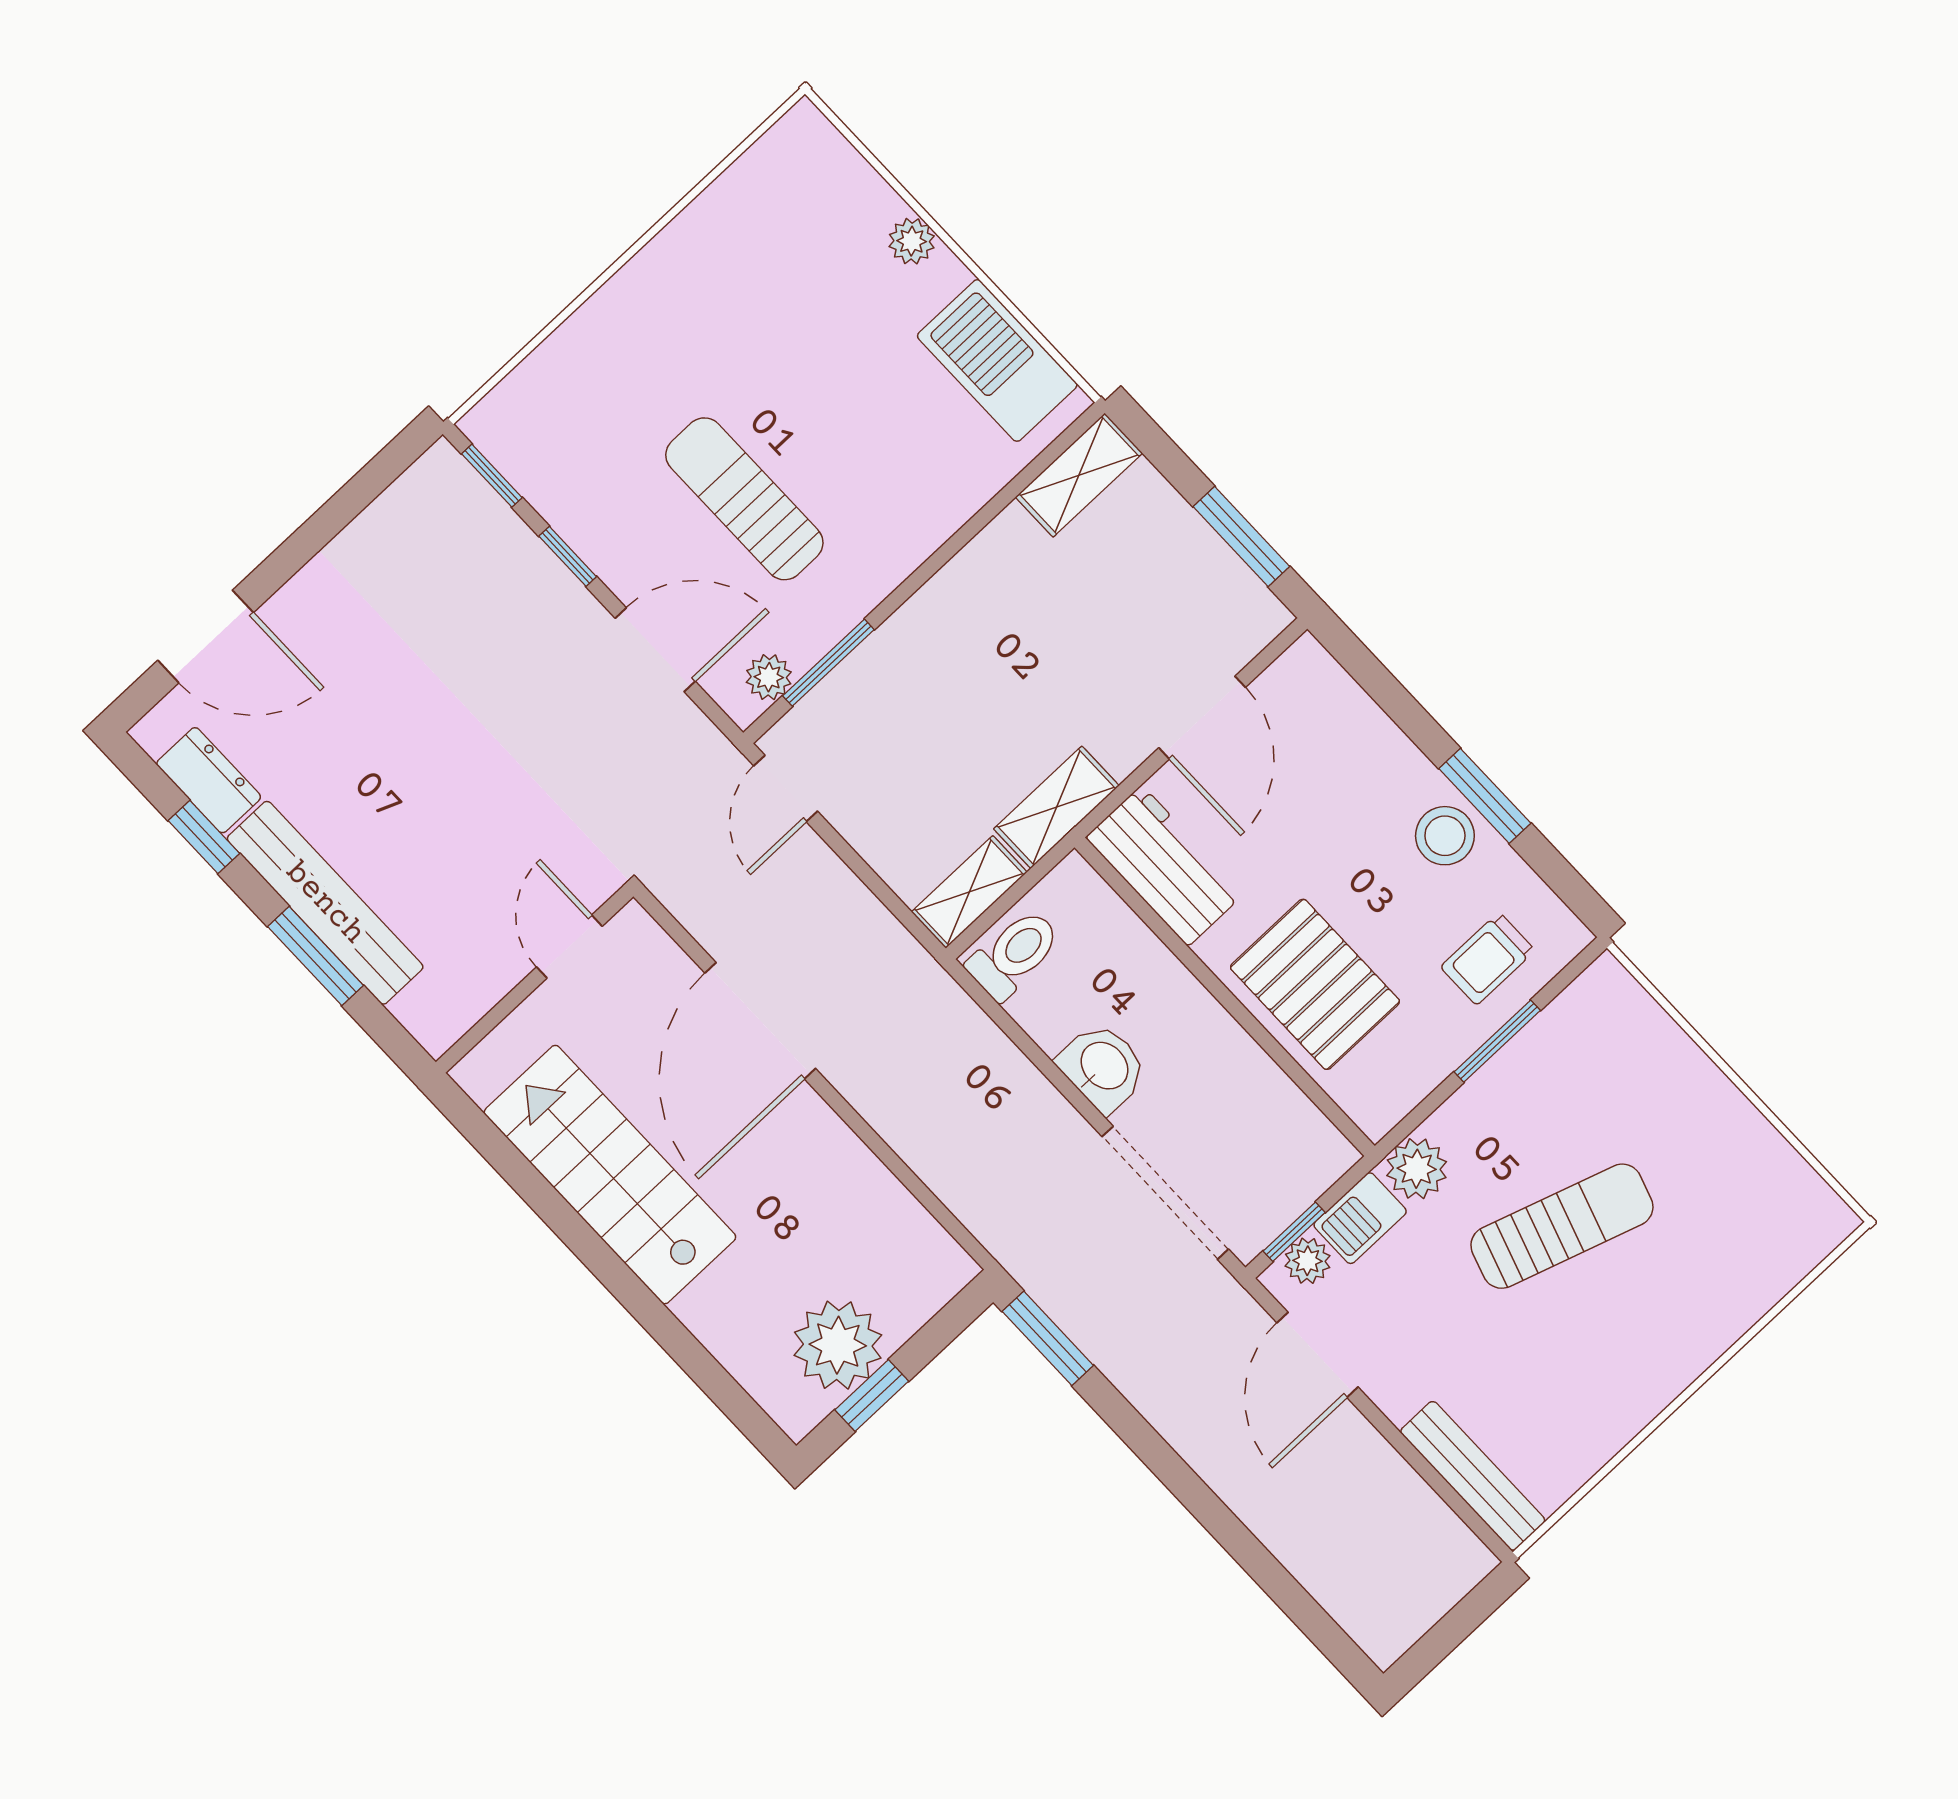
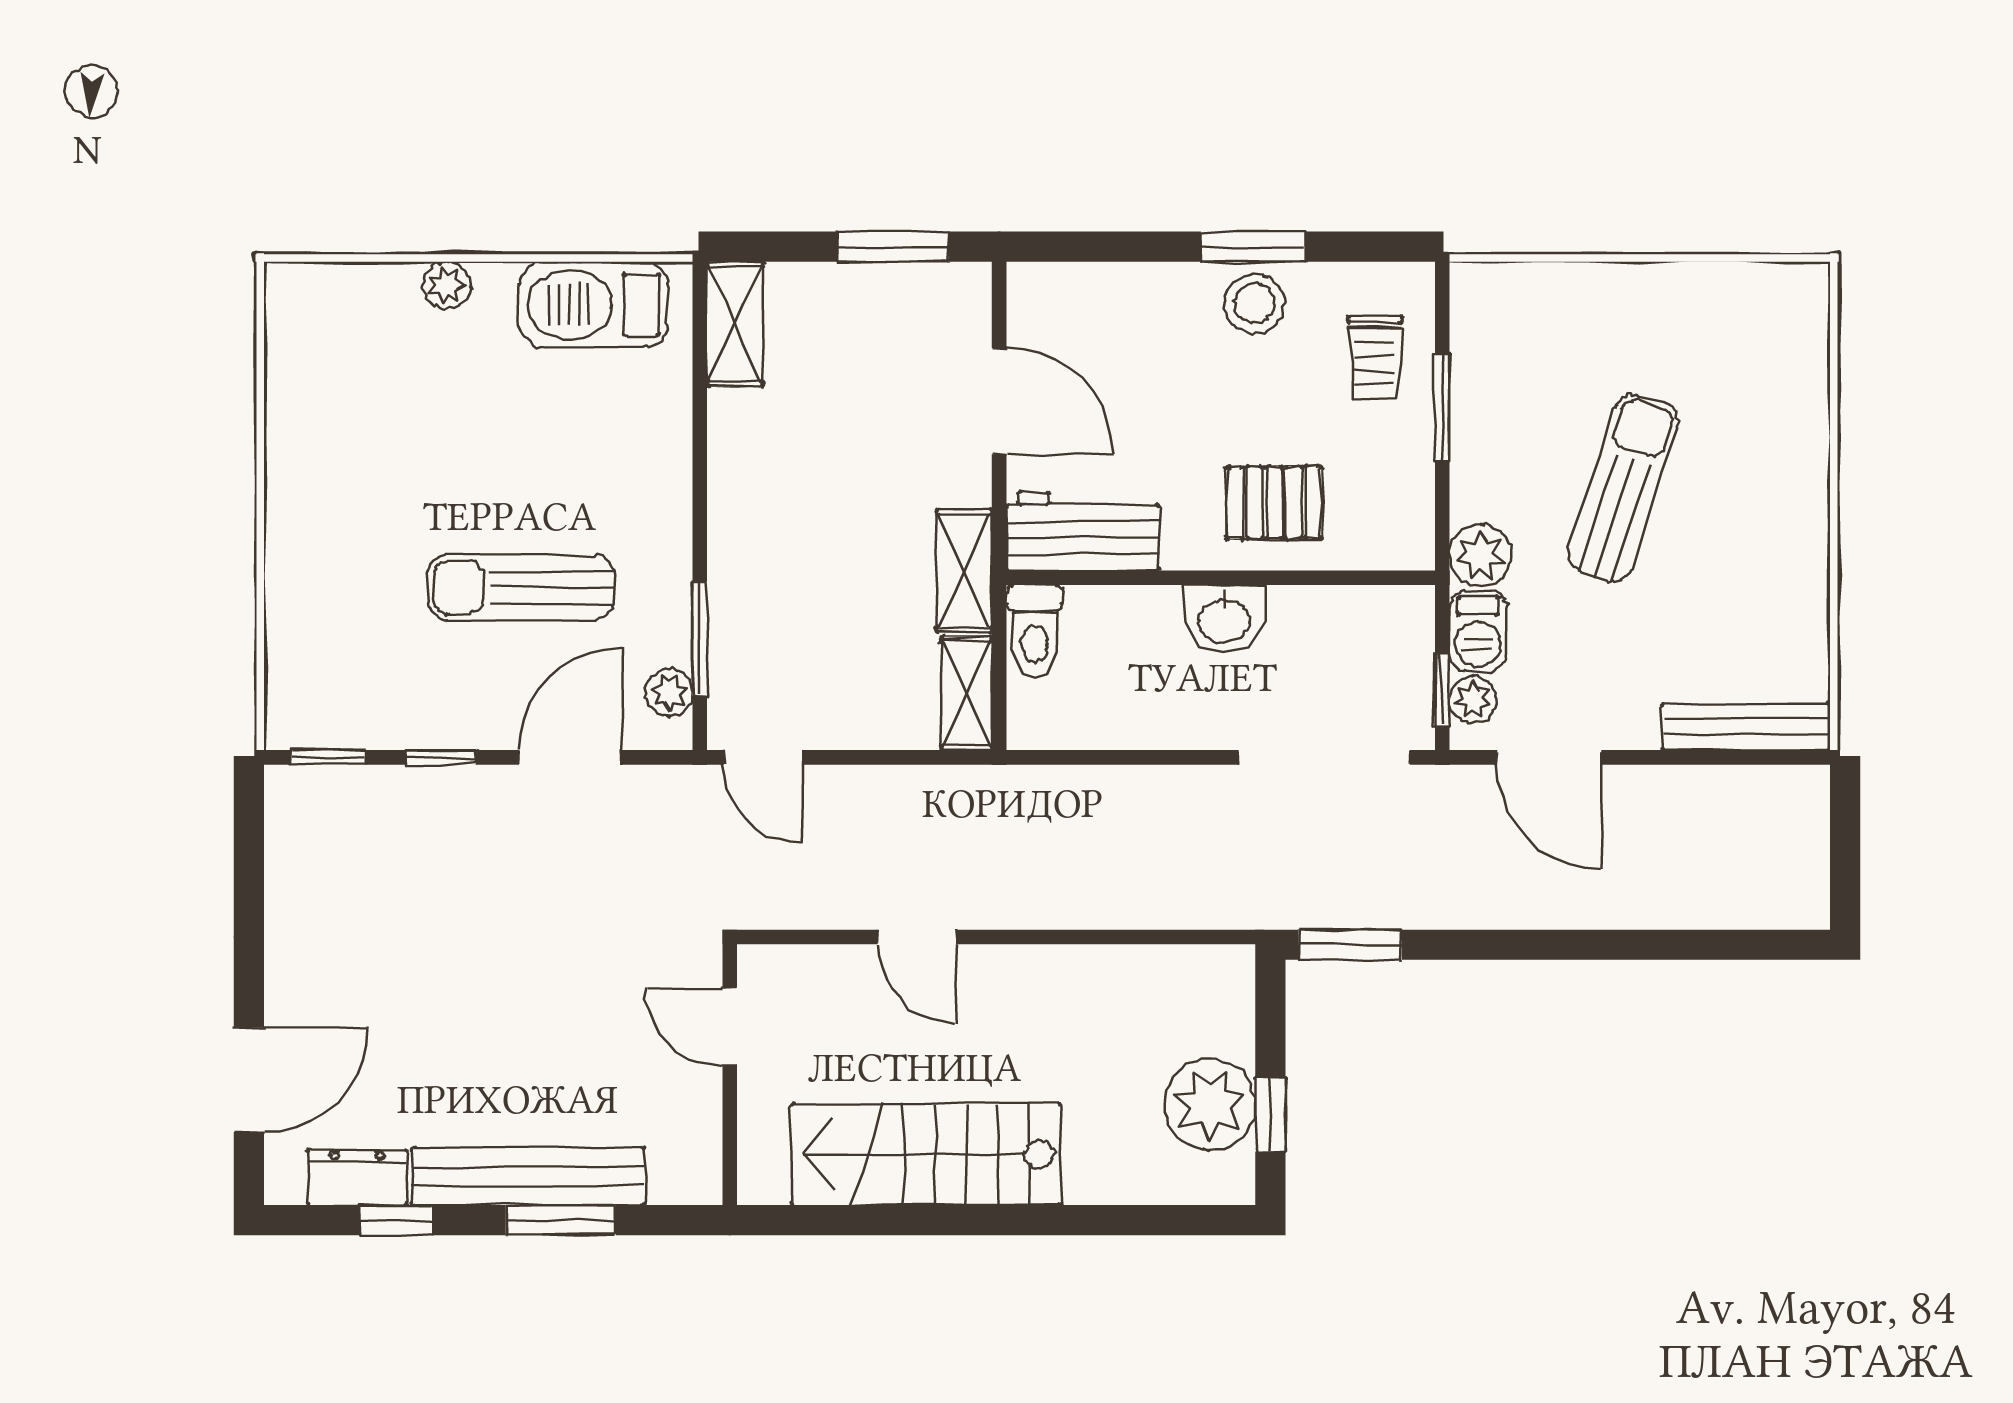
toilet: (1014, 954) -> (1035, 631), moved, turned 180
pallet: (1315, 984) -> (1274, 503), width x0.67, depth x0.71
door: (760, 1021) -> (917, 937), width x0.53
washbasin: (1103, 1067) -> (1224, 619), moved, turned 180

